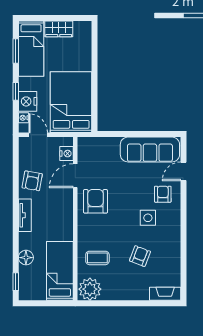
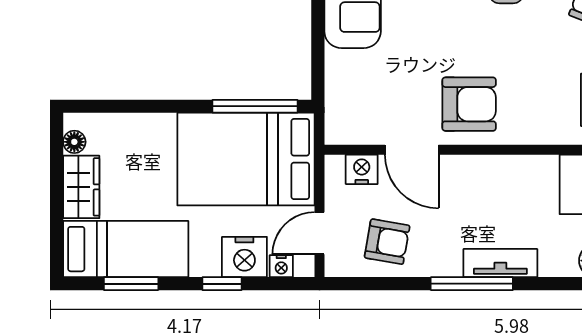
floor lamp: (79, 26) -> (74, 142), added
window: (95, 106) -> (255, 106), added
armchair: (32, 181) -> (387, 242), moved
armchair: (95, 201) -> (469, 104), turned 180
window: (16, 202) -> (472, 284), added

